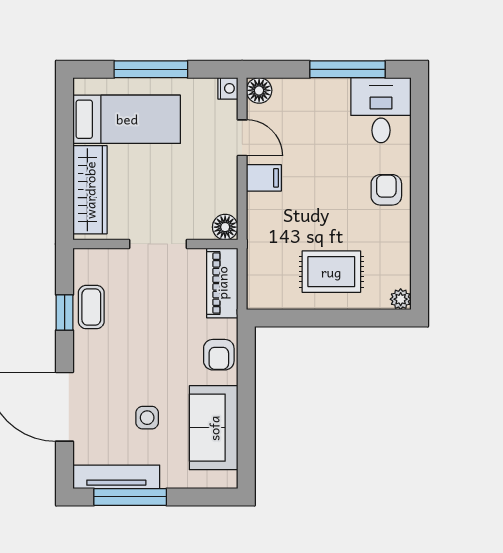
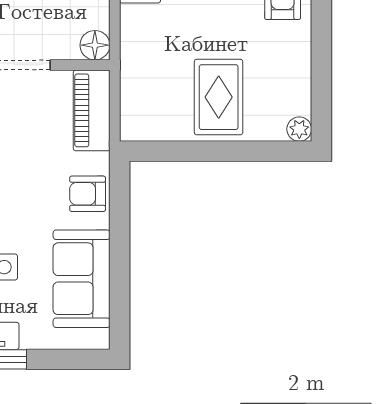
rug: (331, 272) -> (219, 97), turned 90
armchair: (219, 355) -> (88, 194), turned 90

